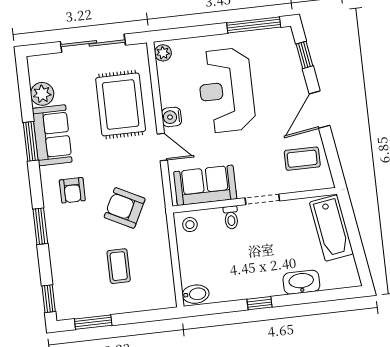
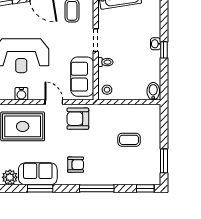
water cooler: (172, 117) -> (21, 94), moved
door: (162, 147) -> (54, 102), hinge flipped
armchair: (125, 208) -> (78, 119), moved, turned 63
window: (40, 226) -> (97, 188), width x1.44
washbasin: (301, 282) -> (156, 44), moved, width x0.52, depth x0.69

